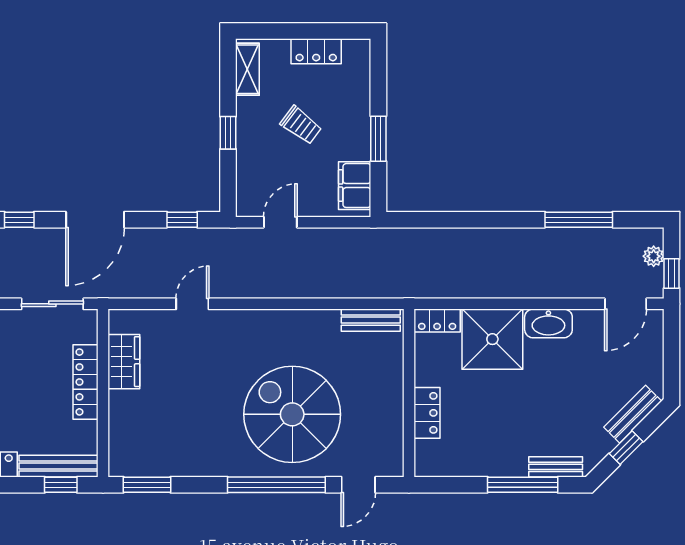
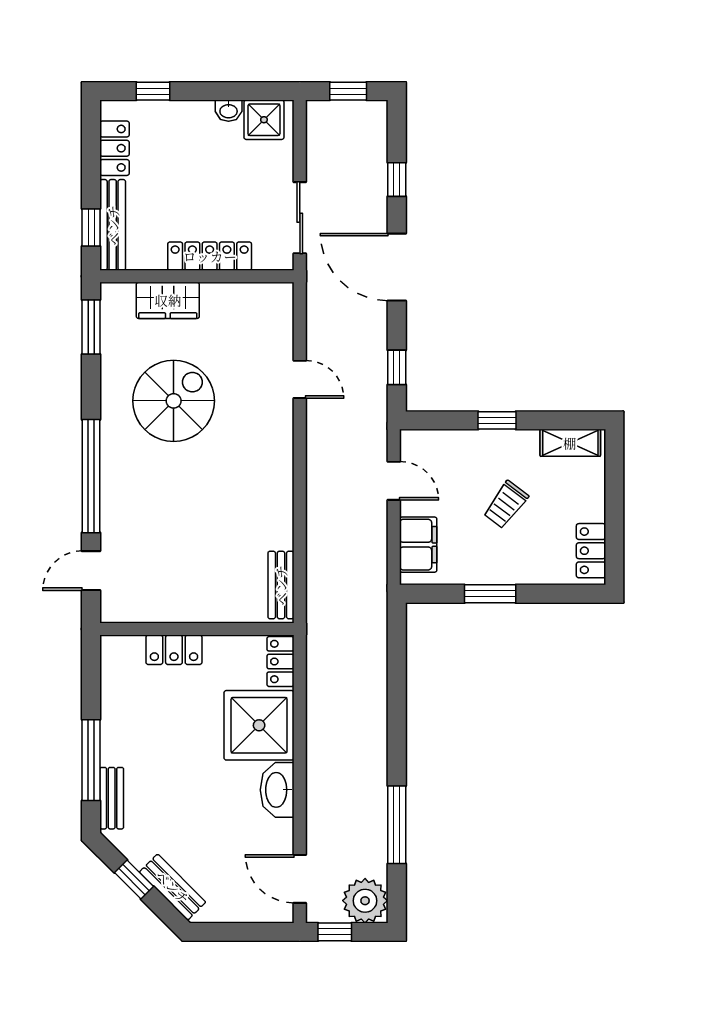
locker: (316, 51) -> (591, 551), moved
filing cabinet: (355, 186) -> (418, 545), moved, turned 90
plant: (654, 256) -> (365, 901), width x1.87, depth x1.87
wardrobe: (124, 362) -> (168, 300), moved
spiral stairs: (292, 414) -> (174, 401), moved, width x0.73, depth x0.73
door: (358, 485) -> (91, 571), hinge flipped

